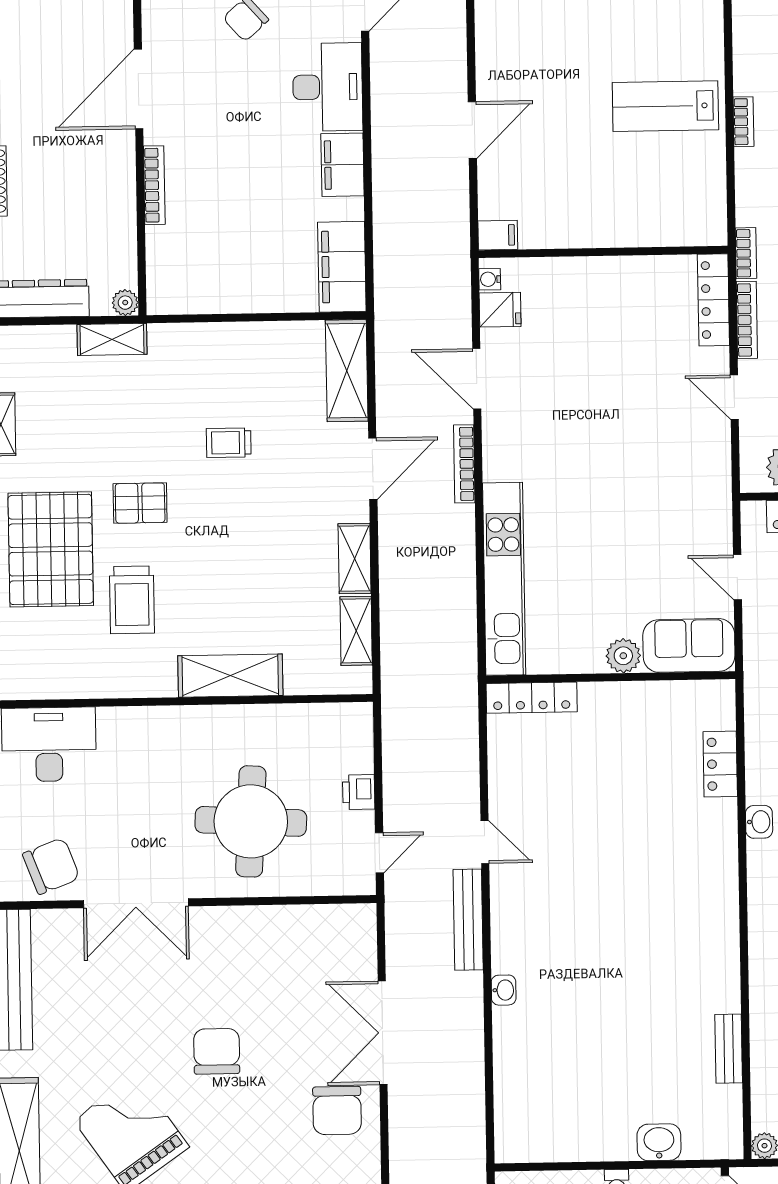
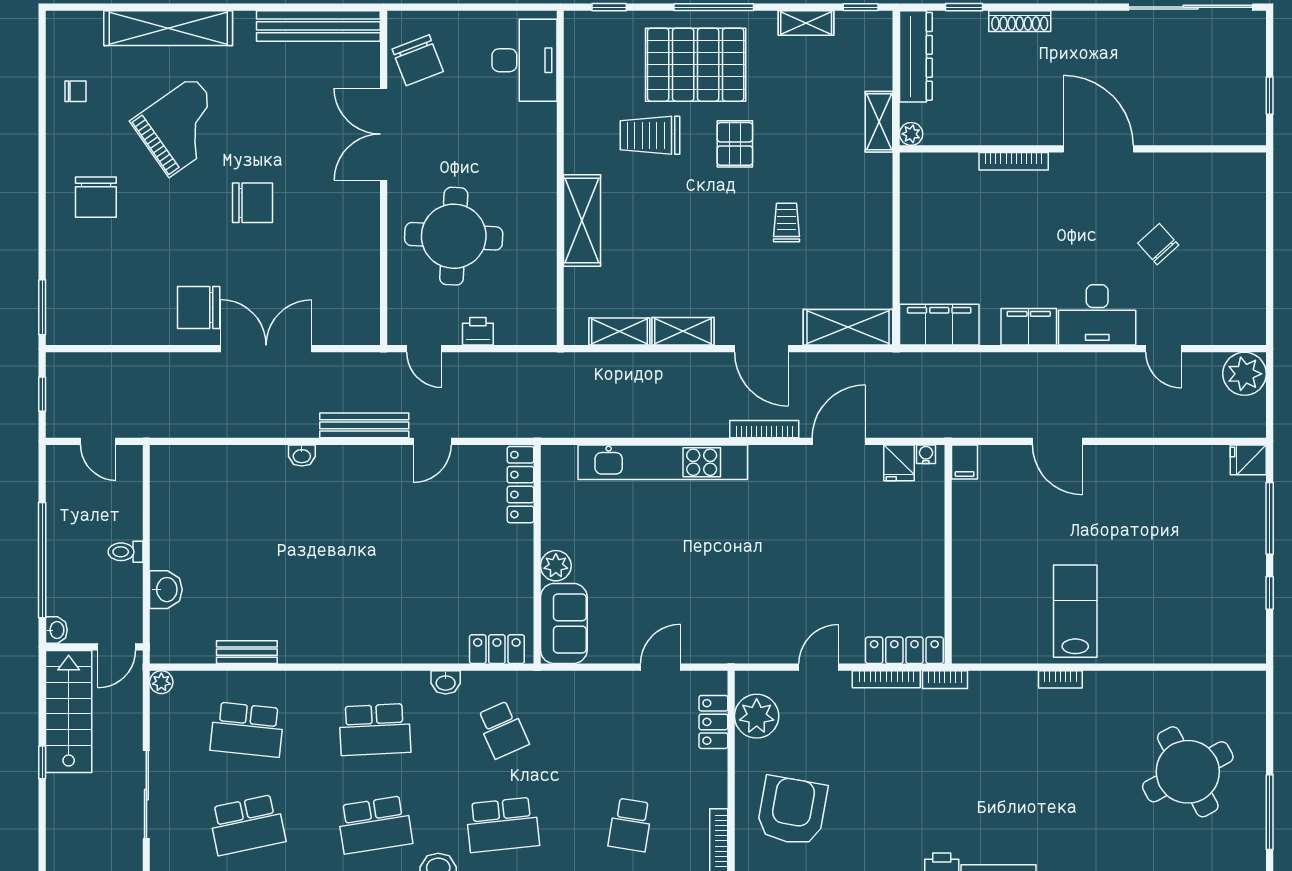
sofa: (689, 645) -> (564, 623), moved
plant: (623, 656) -> (556, 566), moved
wall: (611, 677) -> (537, 554), moved
locker: (532, 698) -> (520, 485), moved

